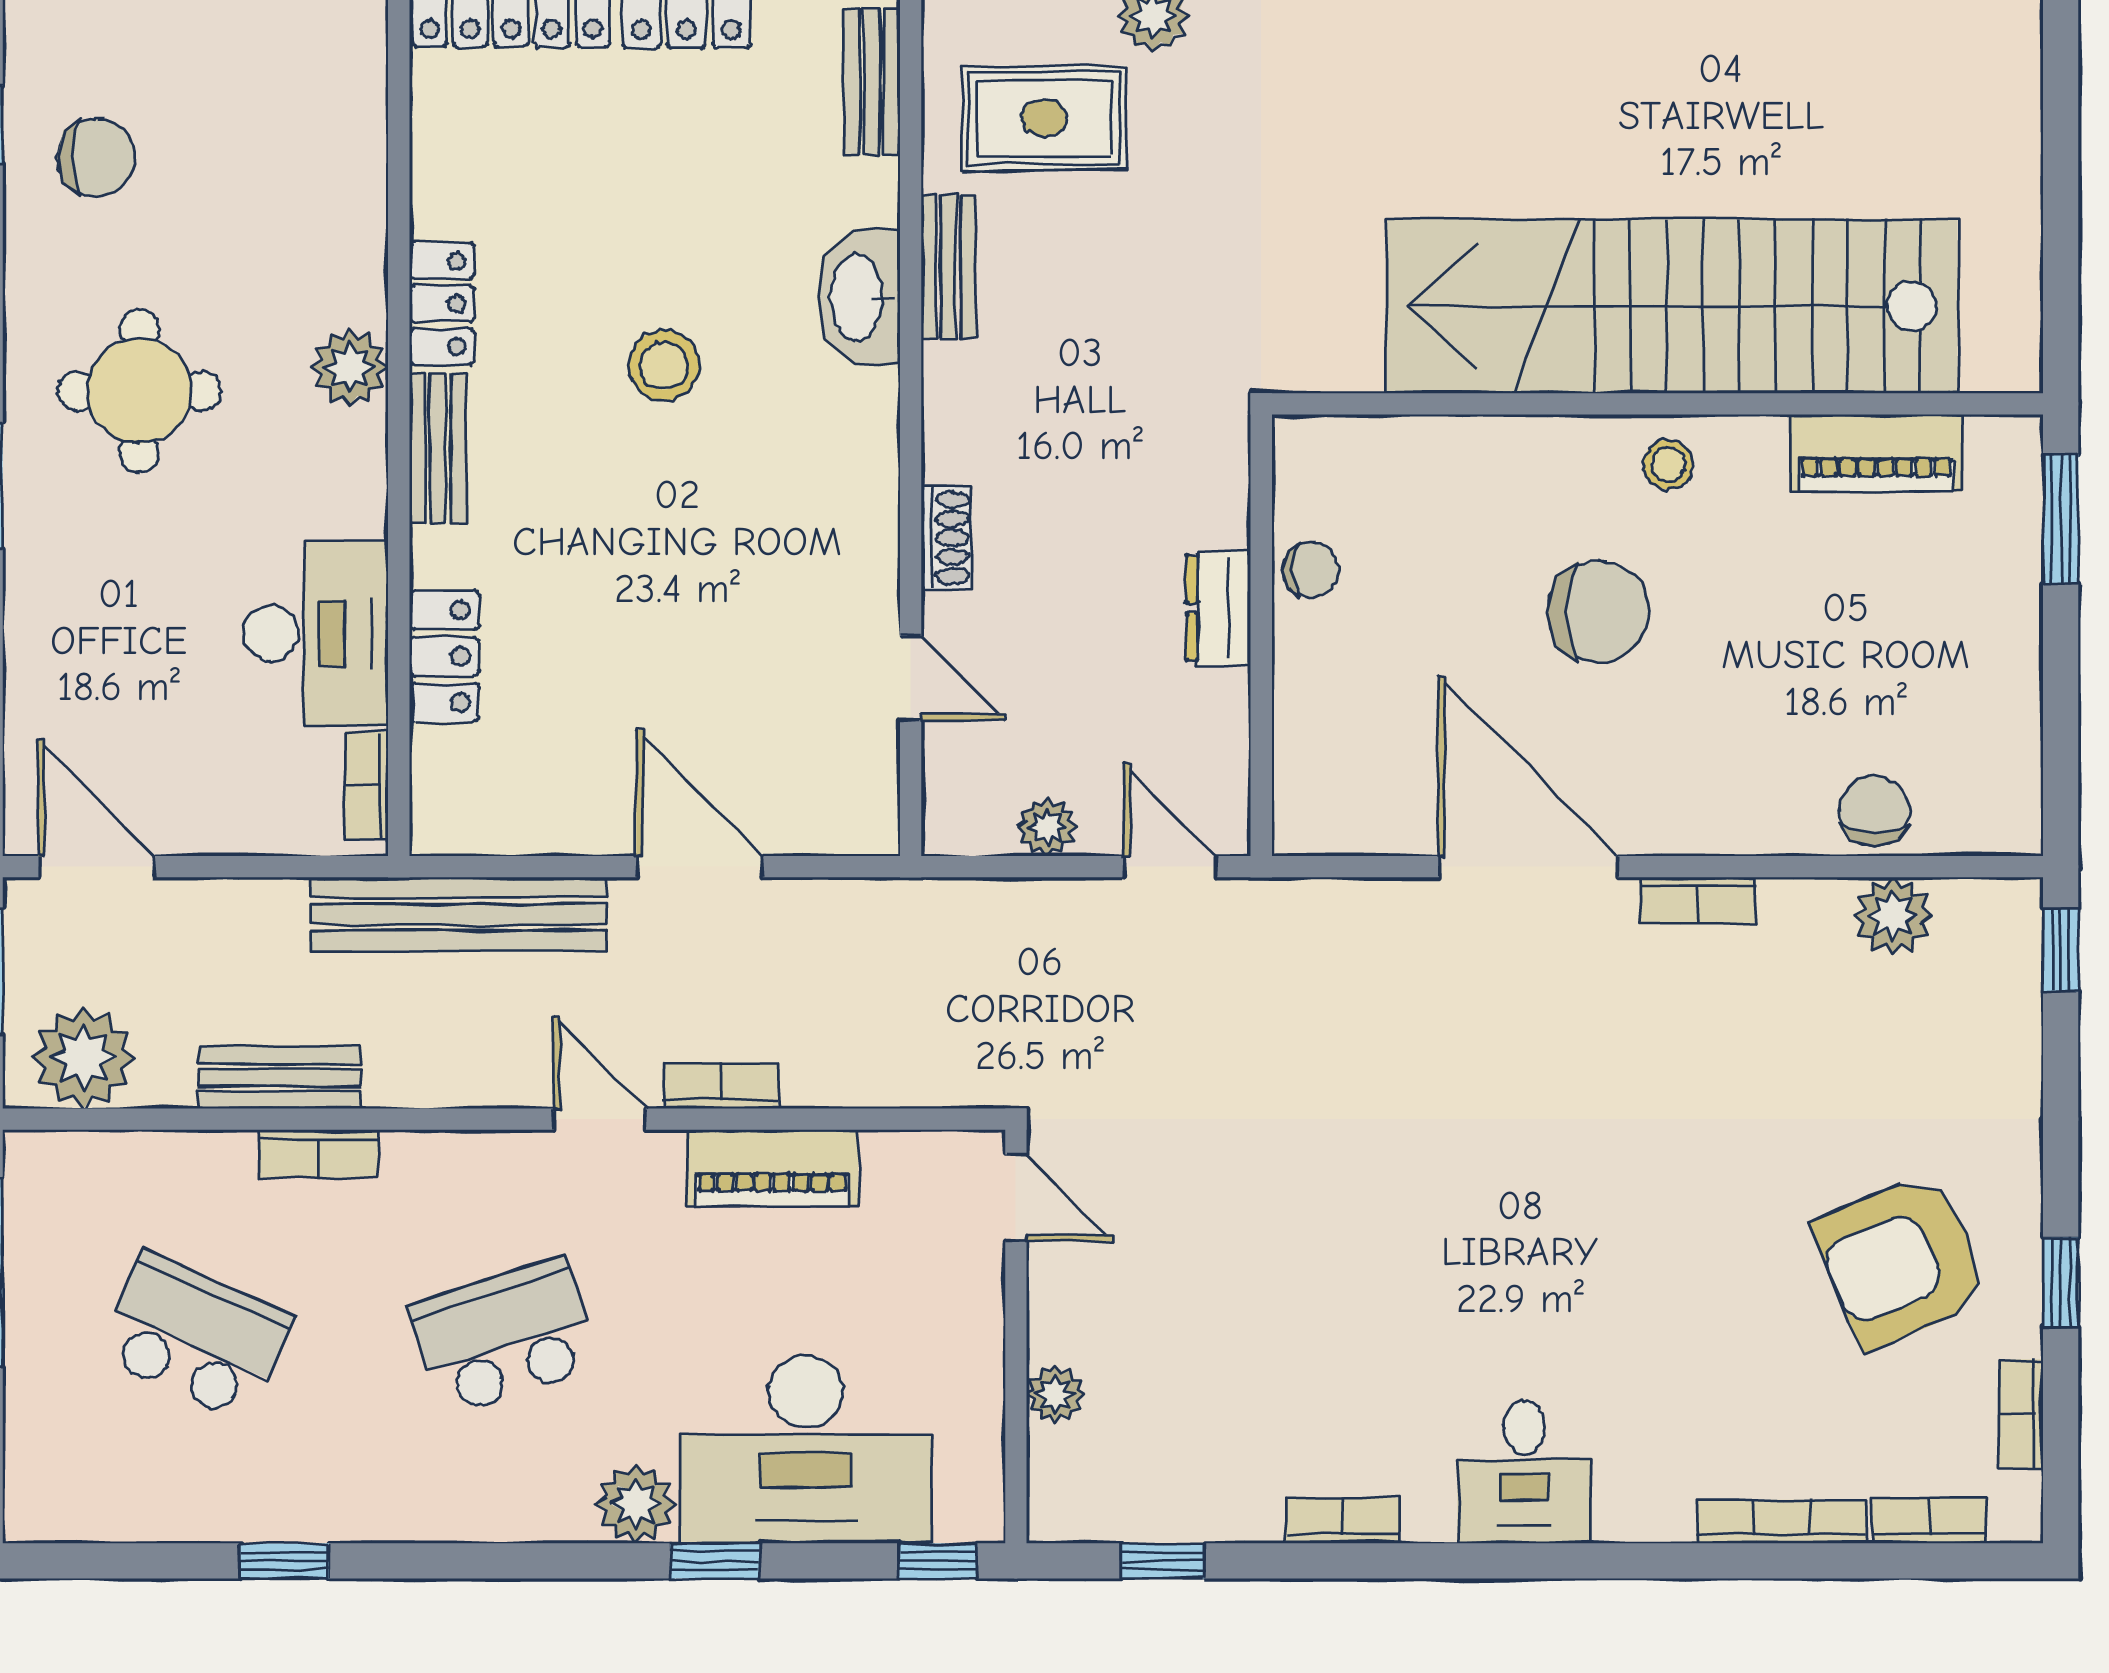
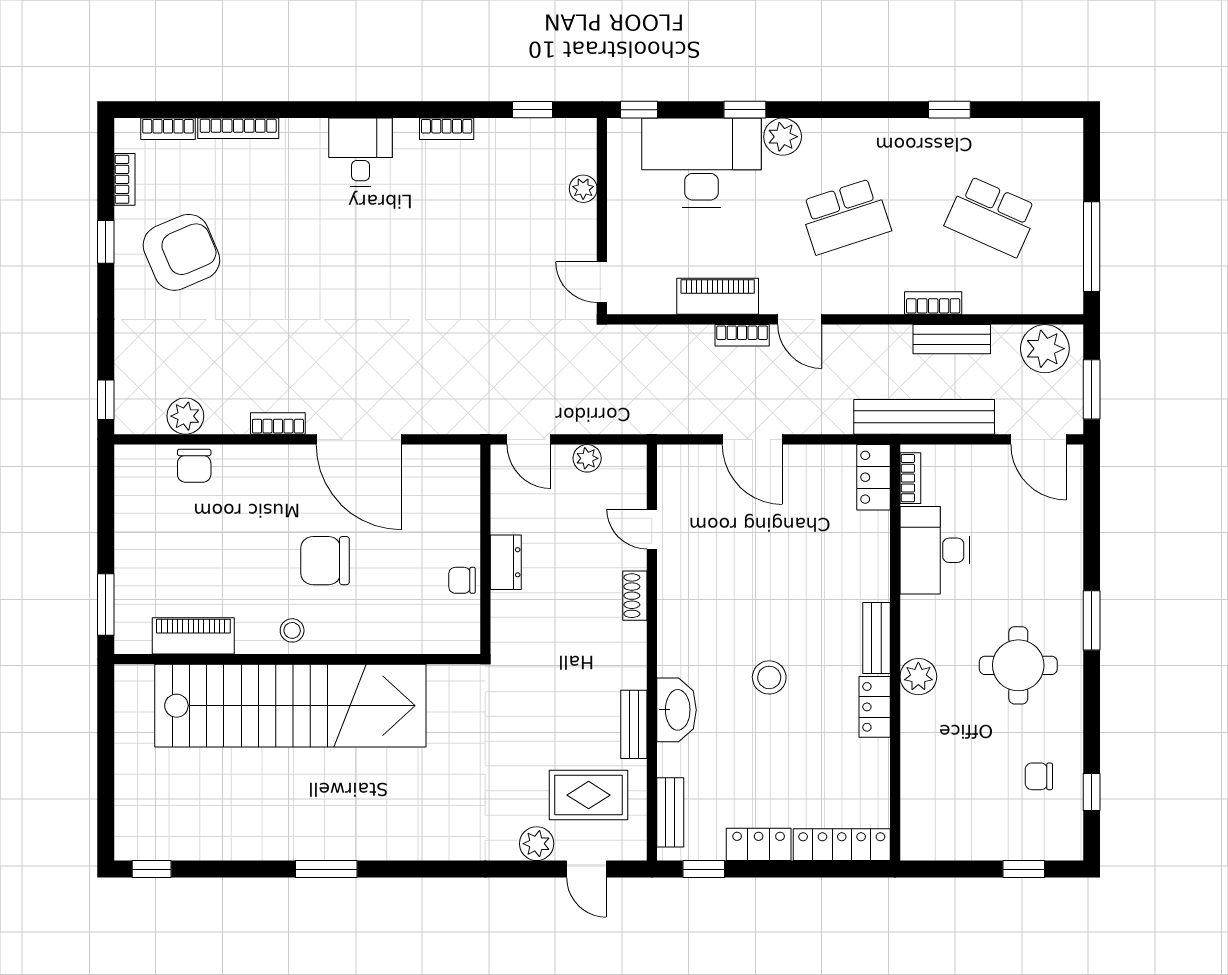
chair: (96, 157) -> (1039, 776), width x0.73, depth x0.73
locker: (444, 656) -> (874, 477), moved
bench: (459, 914) -> (924, 417), moved

